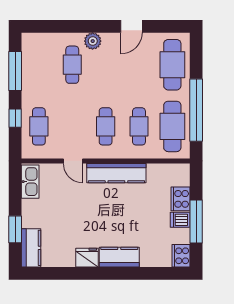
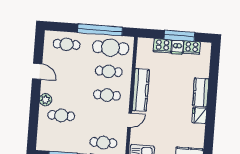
cafe table: (172, 65) -> (67, 44), width x0.73, depth x0.74
cooker: (181, 256) -> (192, 48), moved

